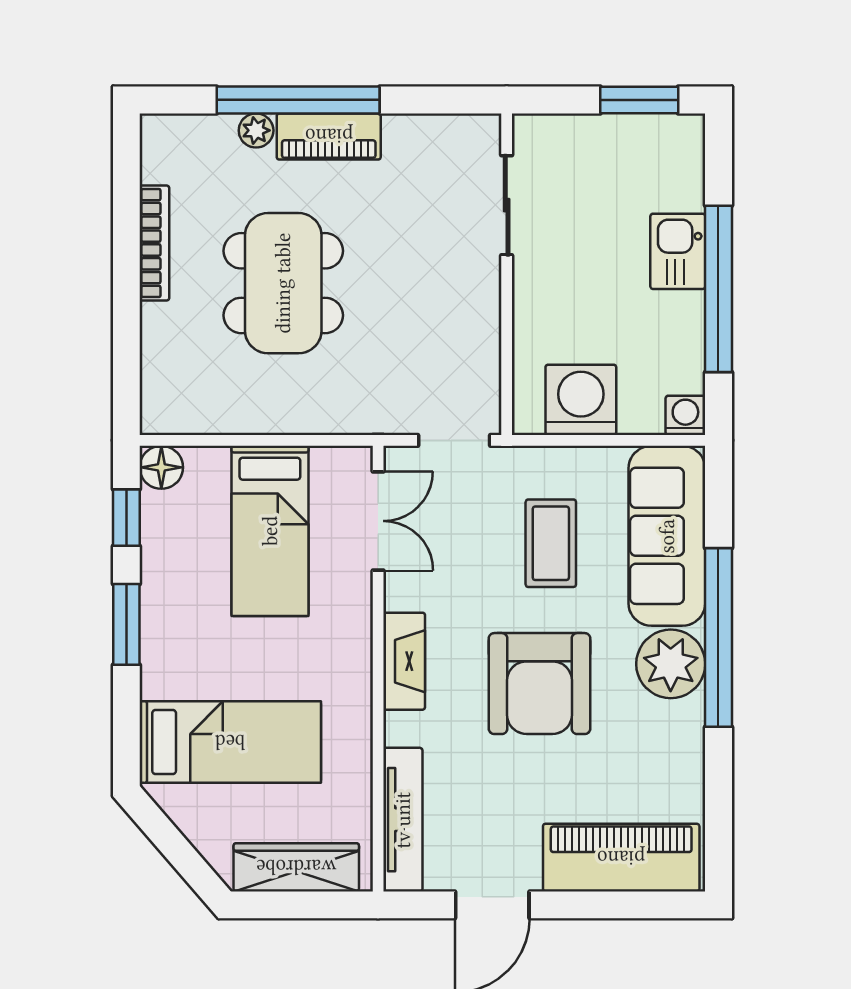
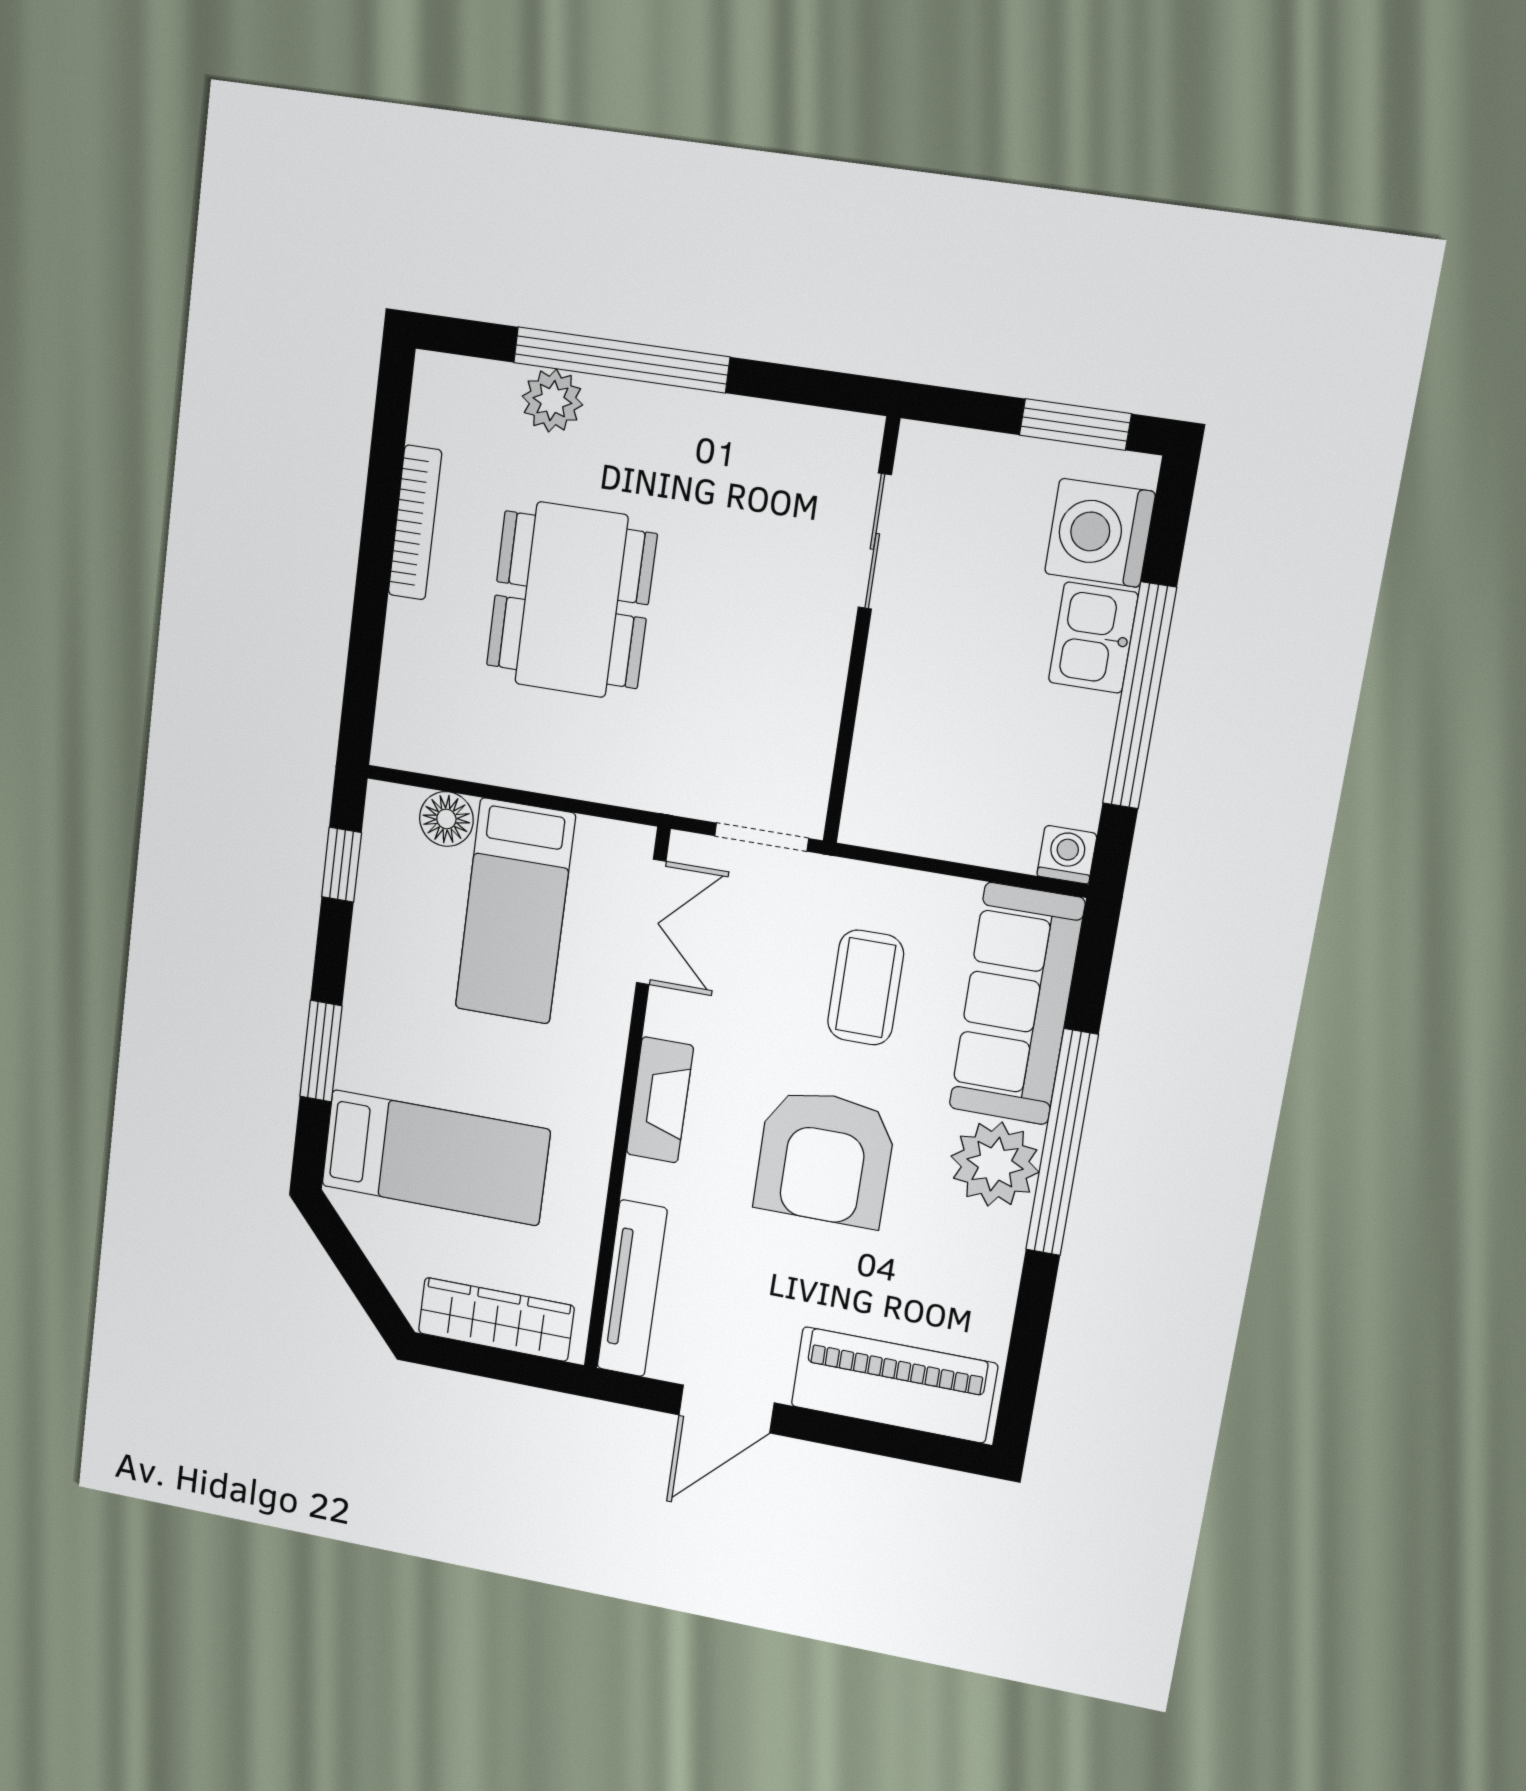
plant: (256, 130) -> (552, 401), width x1.38, depth x1.38
piano: (329, 136) -> (655, 415), removed
washing machine: (581, 400) -> (1100, 533), moved, turned -90
floor lamp: (161, 467) -> (446, 819), moved
window: (126, 624) -> (321, 1051), moved

